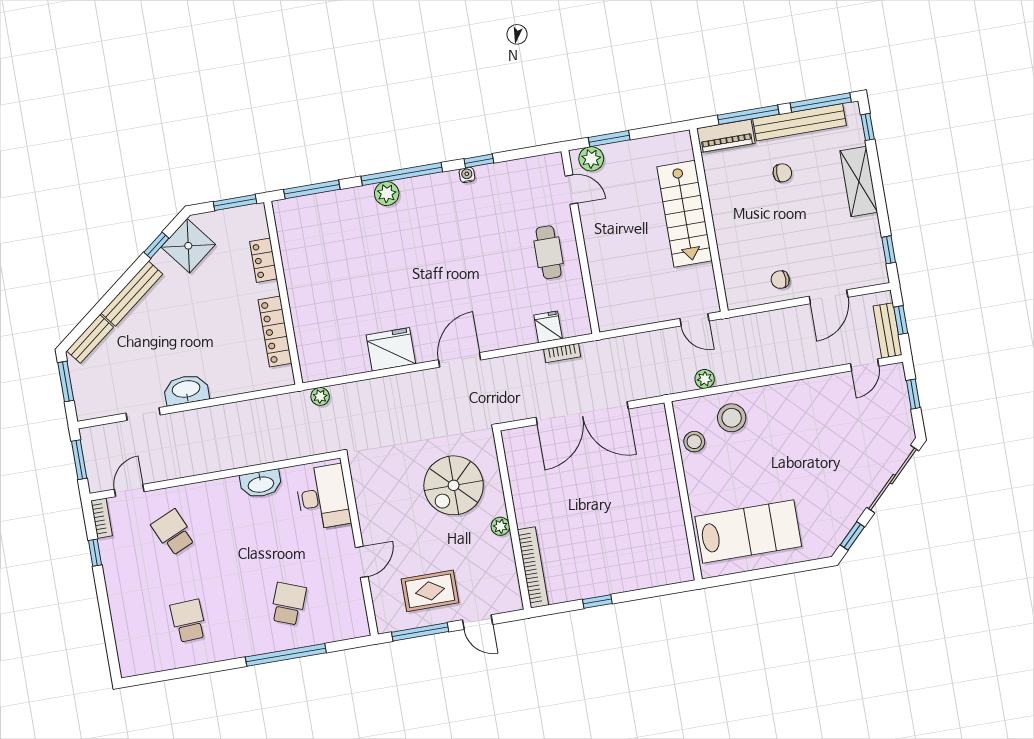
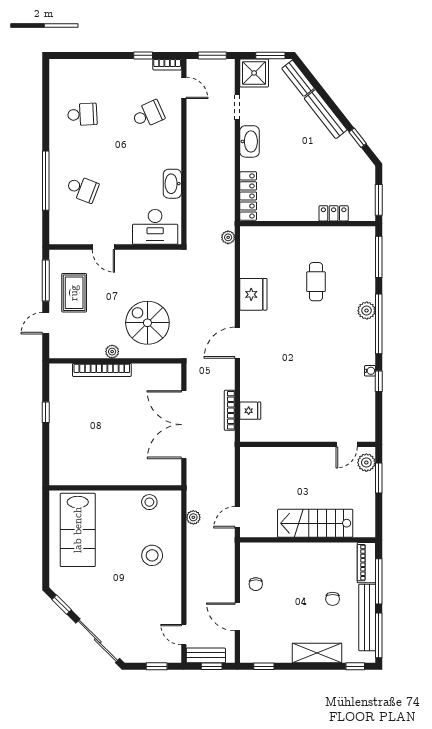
shower: (188, 246) -> (254, 73), moved, turned 38
cafe table: (549, 252) -> (316, 282), moved, turned 90
chair: (780, 280) -> (256, 584), turned 180
locker: (275, 332) -> (248, 196), moved, turned 90
bookcase: (562, 353) -> (230, 410), width x1.56
door: (460, 360) -> (237, 343), swing flipped
stool: (732, 418) -> (152, 555), moved
bookcase: (533, 568) -> (102, 370), moved

